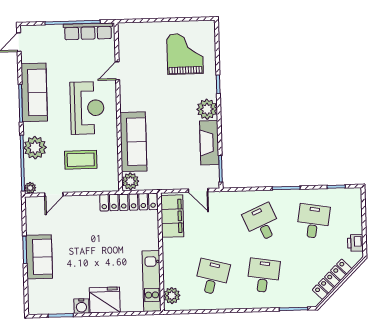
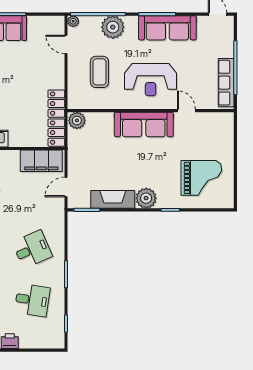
sofa: (133, 142) -> (144, 124), moved

